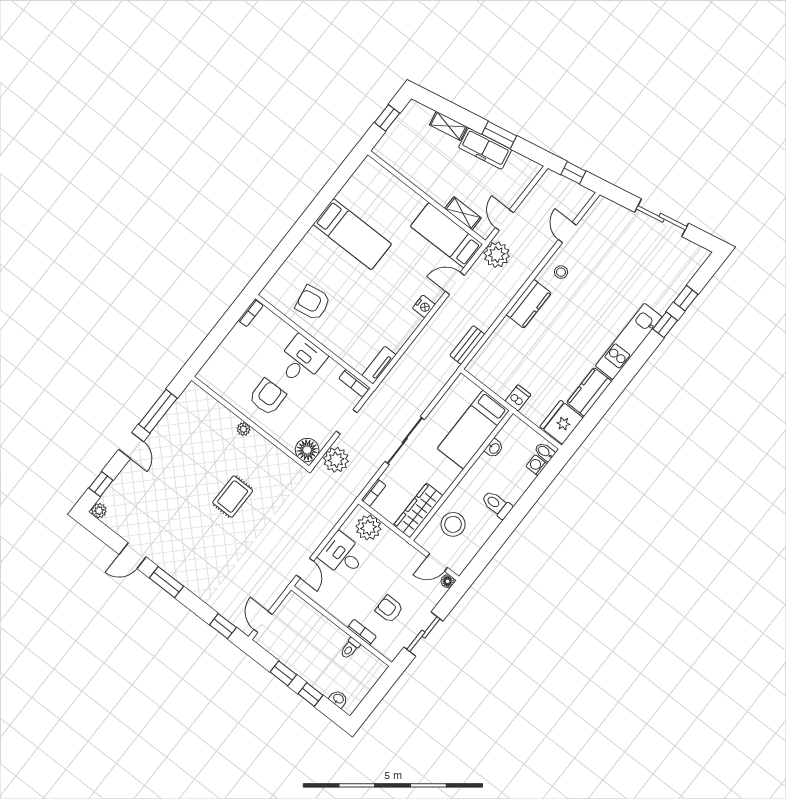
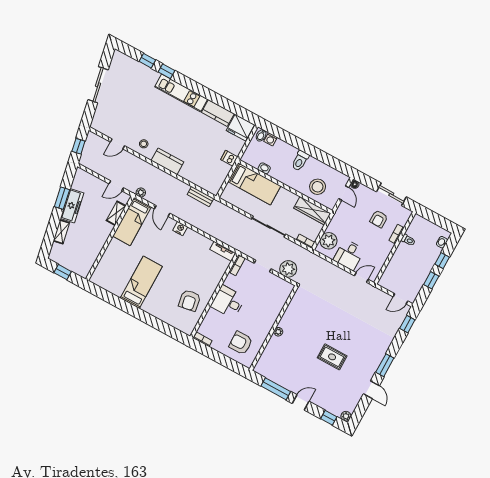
plant: (497, 255) -> (141, 192), width x0.53, depth x0.53
armchair: (267, 397) -> (241, 343), moved
floor lamp: (307, 450) -> (285, 289), removed
rug: (233, 497) -> (332, 357), moved

